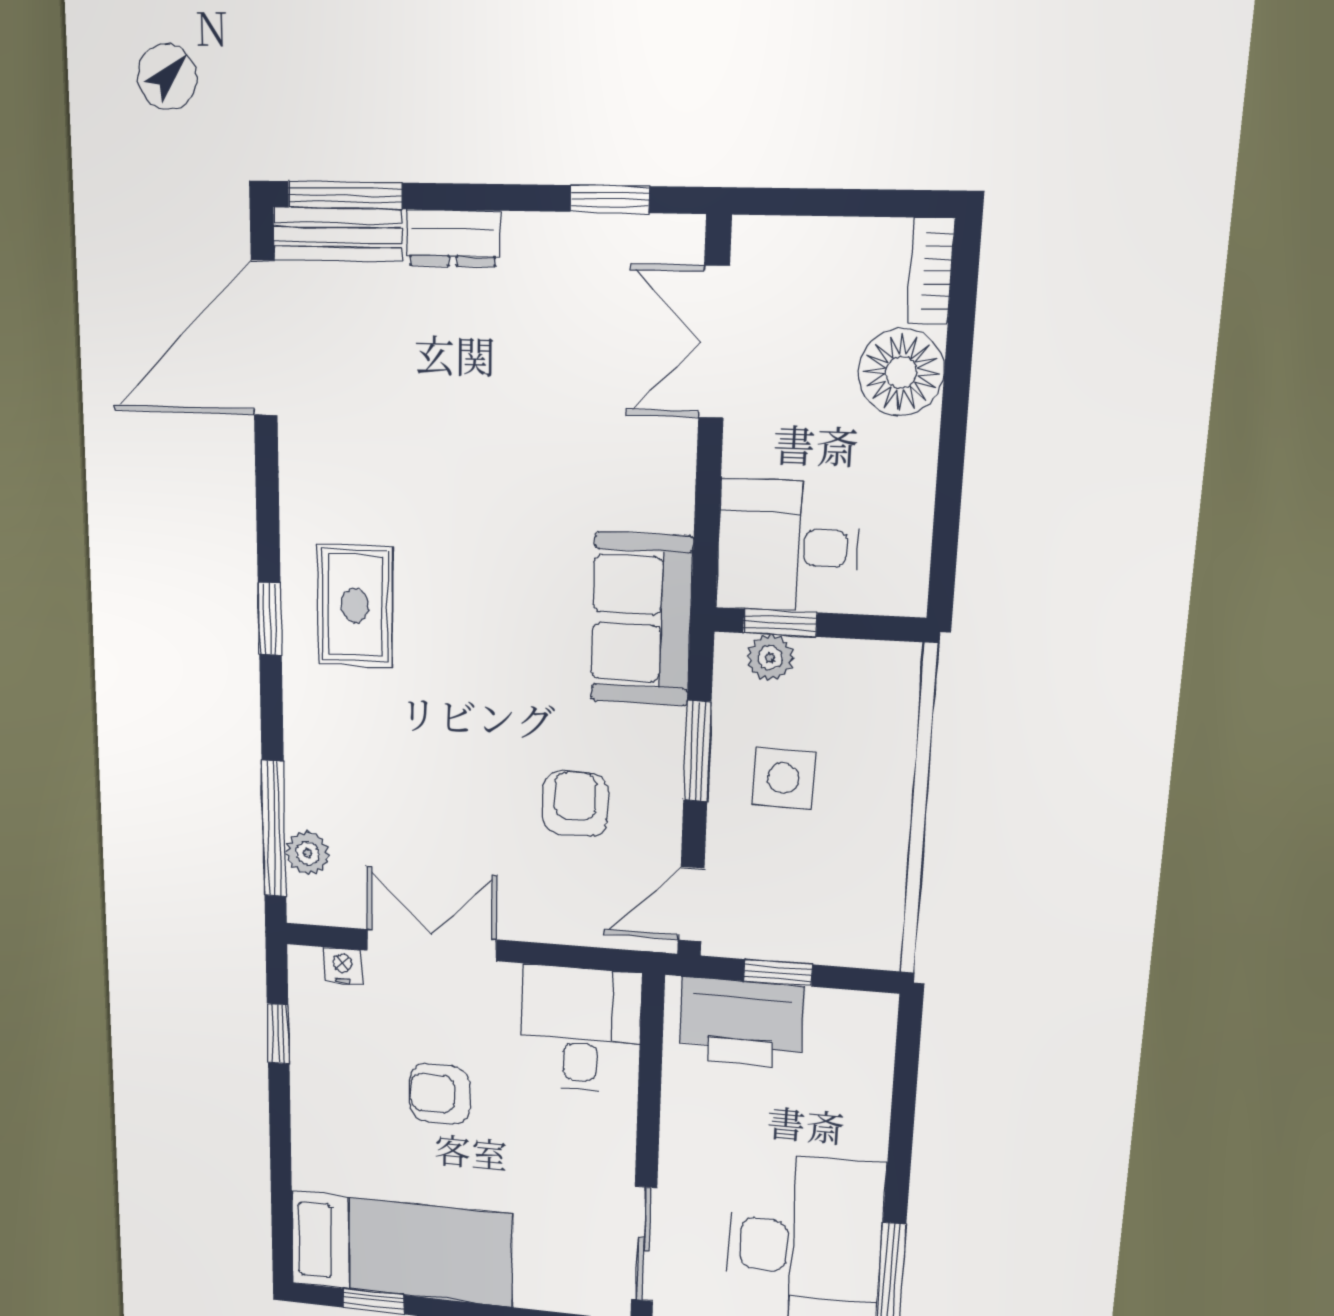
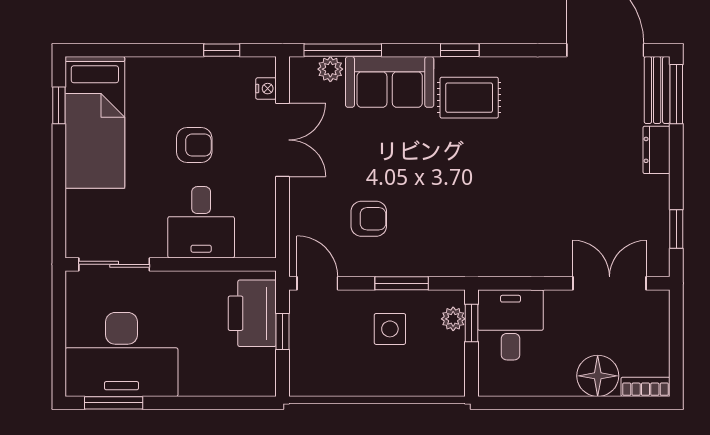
sofa: (641, 619) -> (390, 82), moved, turned 180
desk: (581, 1029) -> (201, 222), moved, turned 90
armchair: (440, 1094) -> (194, 145), turned 90

